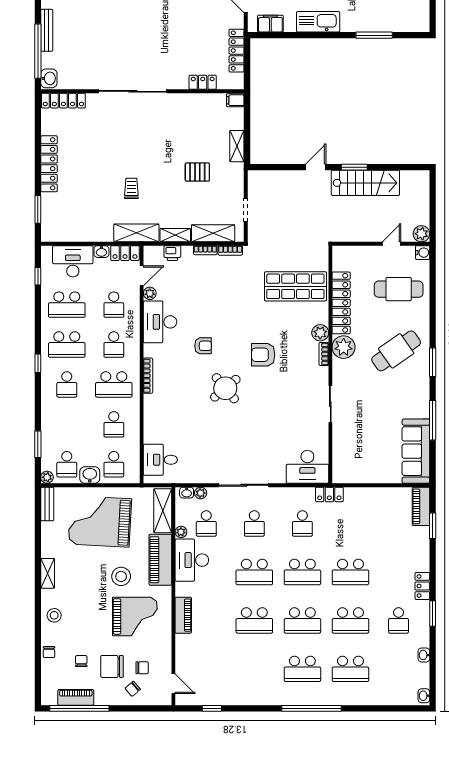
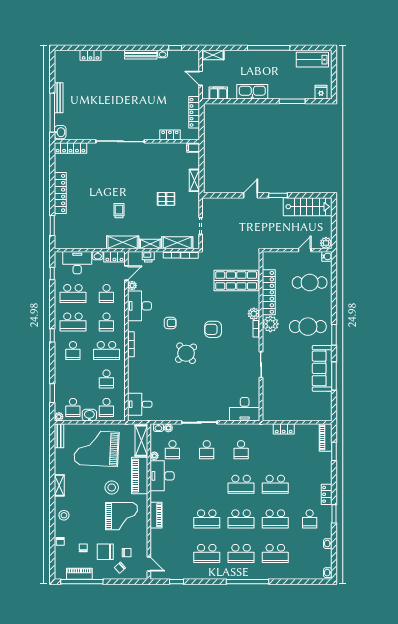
fridge: (414, 22) -> (321, 92), added
stairs: (365, 183) -> (308, 207), moved
cafe table: (396, 351) -> (308, 327), turned 35
sofa: (416, 451) -> (322, 368), moved
locker: (329, 494) -> (284, 429), moved
school desk: (254, 572) -> (207, 553), moved

